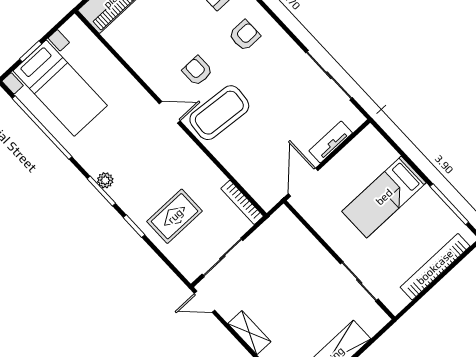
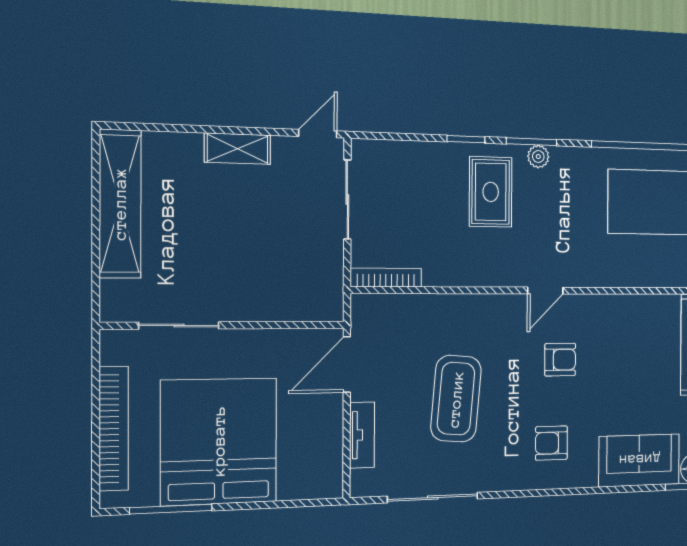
armchair: (245, 35) -> (551, 443), turned 90
coffee table: (219, 113) -> (456, 399), moved
door: (303, 182) -> (347, 364), swing flipped
bed: (384, 197) -> (219, 441), width x2.04
rug: (175, 216) -> (491, 192), moved

